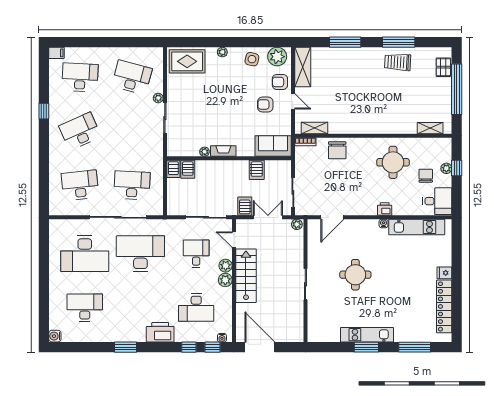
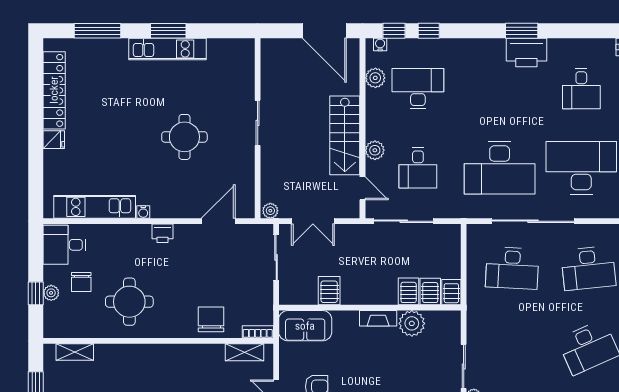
plant: (204, 152) -> (412, 323), width x1.88, depth x1.88
server rack: (245, 206) -> (409, 291), moved, turned 180
printer: (385, 209) -> (163, 233), moved
plant: (225, 280) -> (375, 78), moved
desk: (85, 308) -> (581, 89), width x0.73
printer: (160, 332) -> (526, 53), moved

